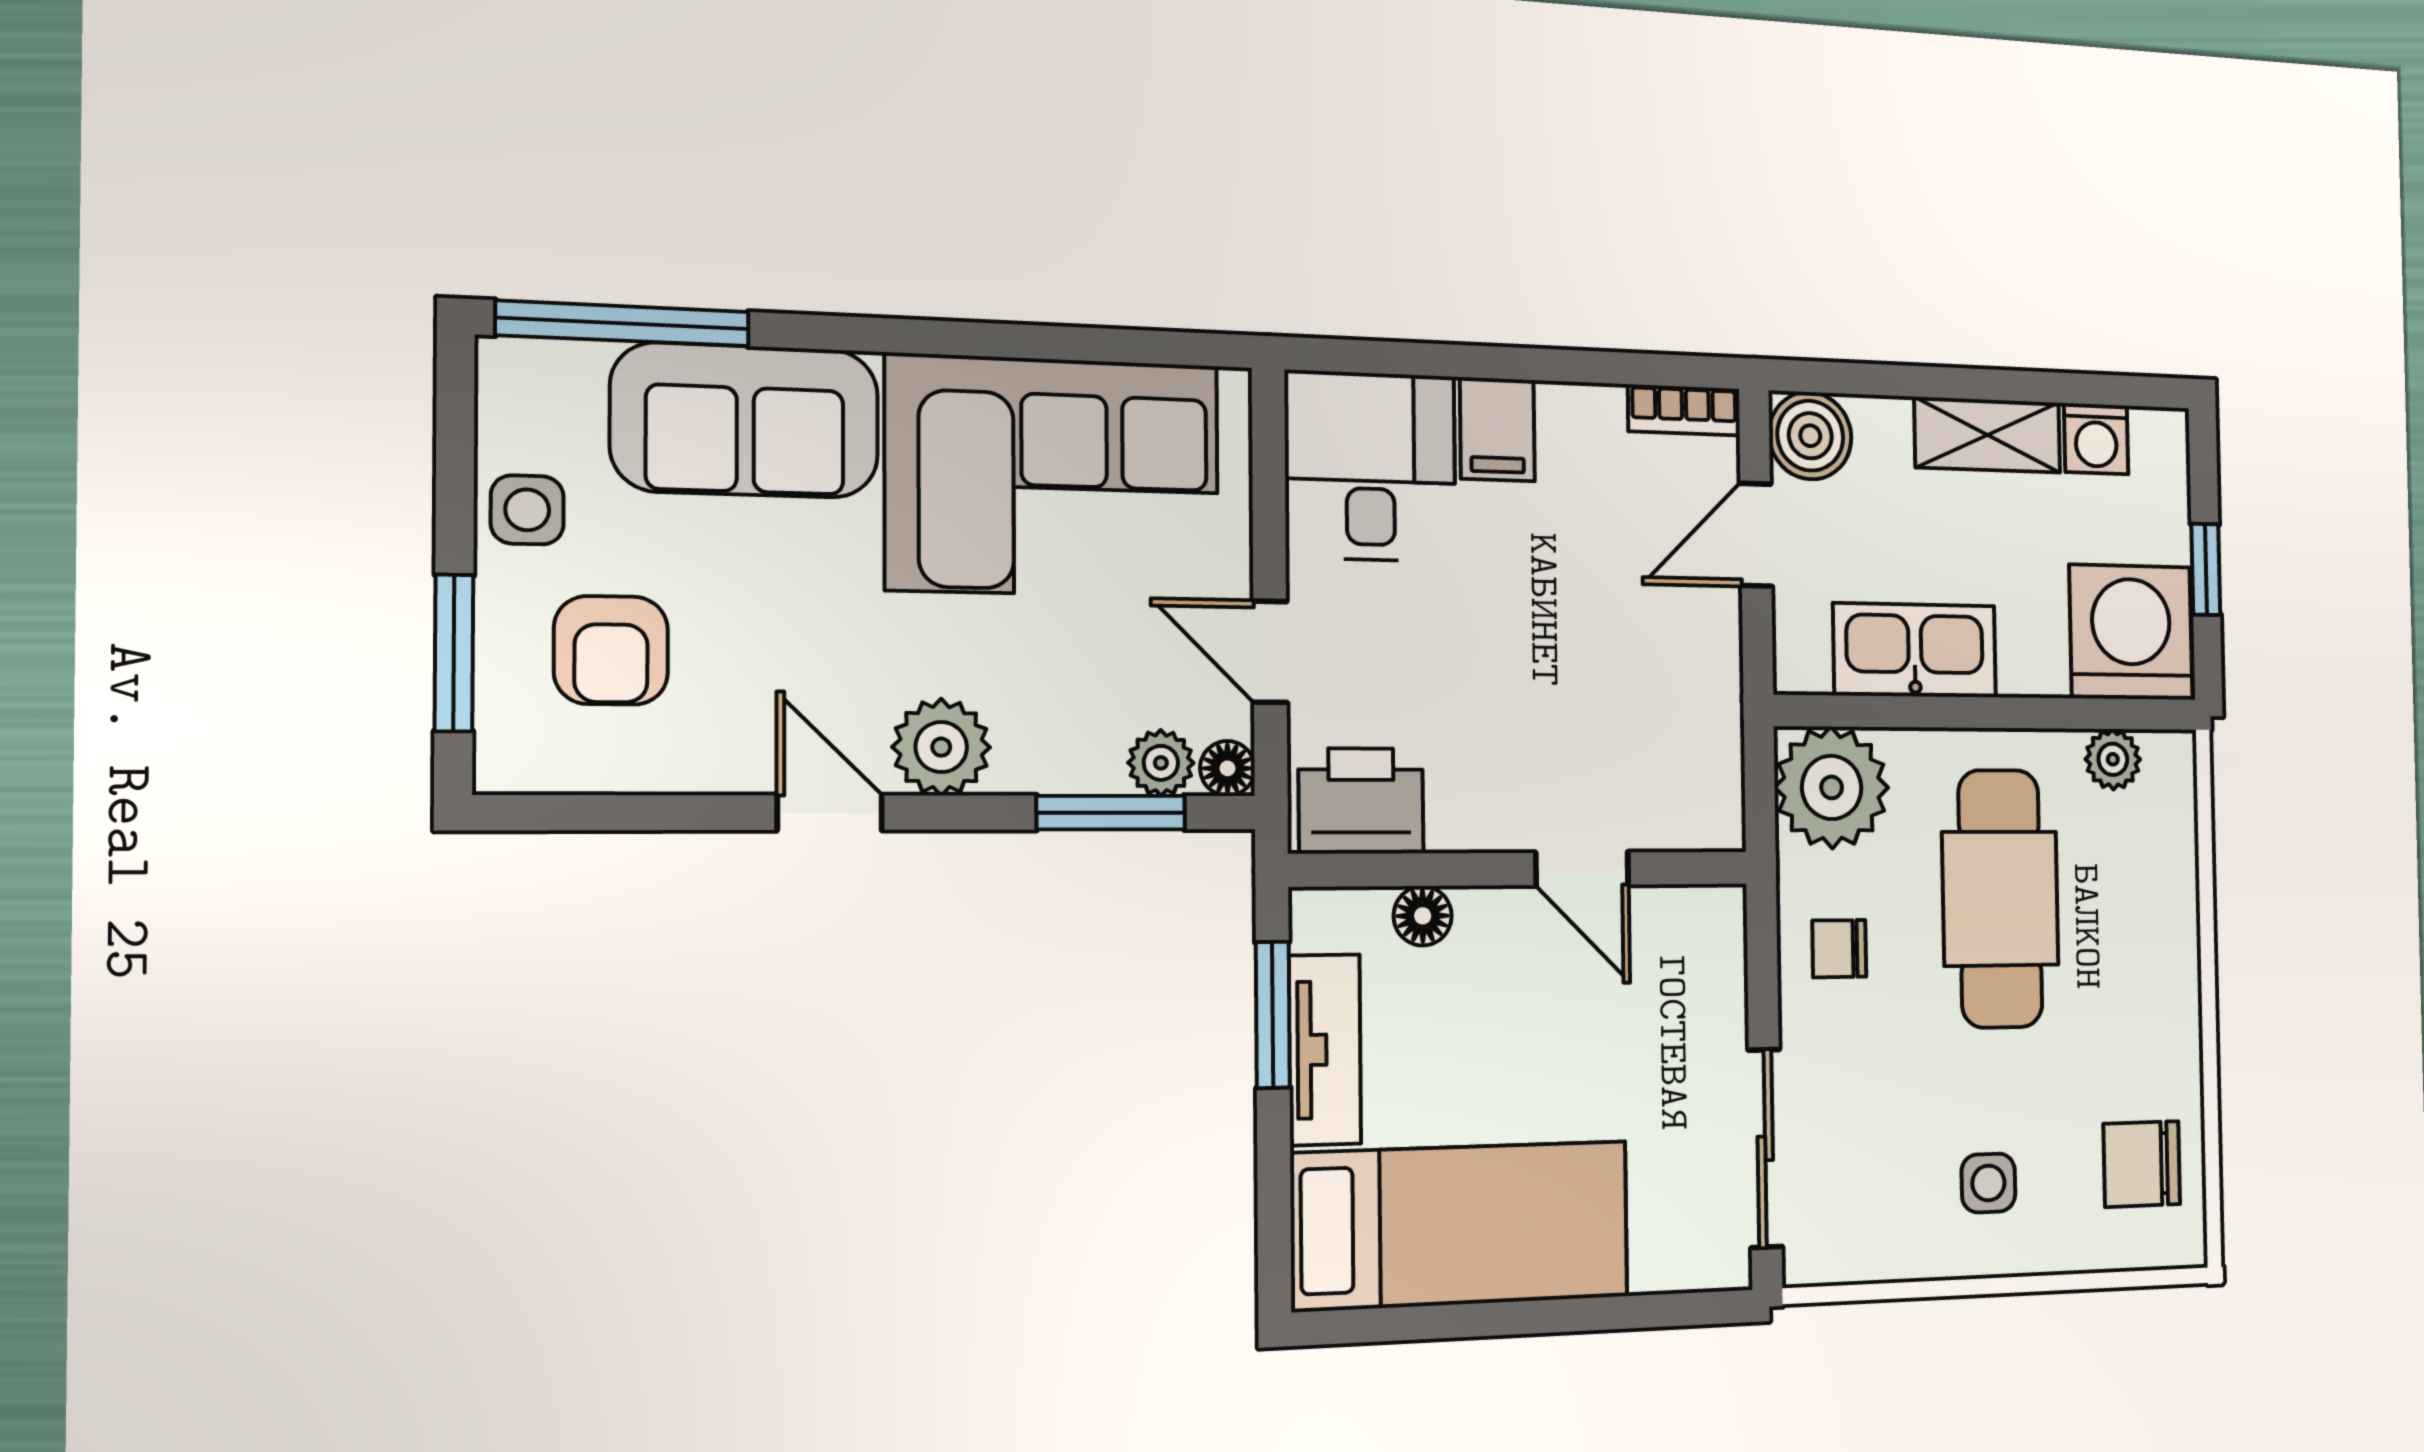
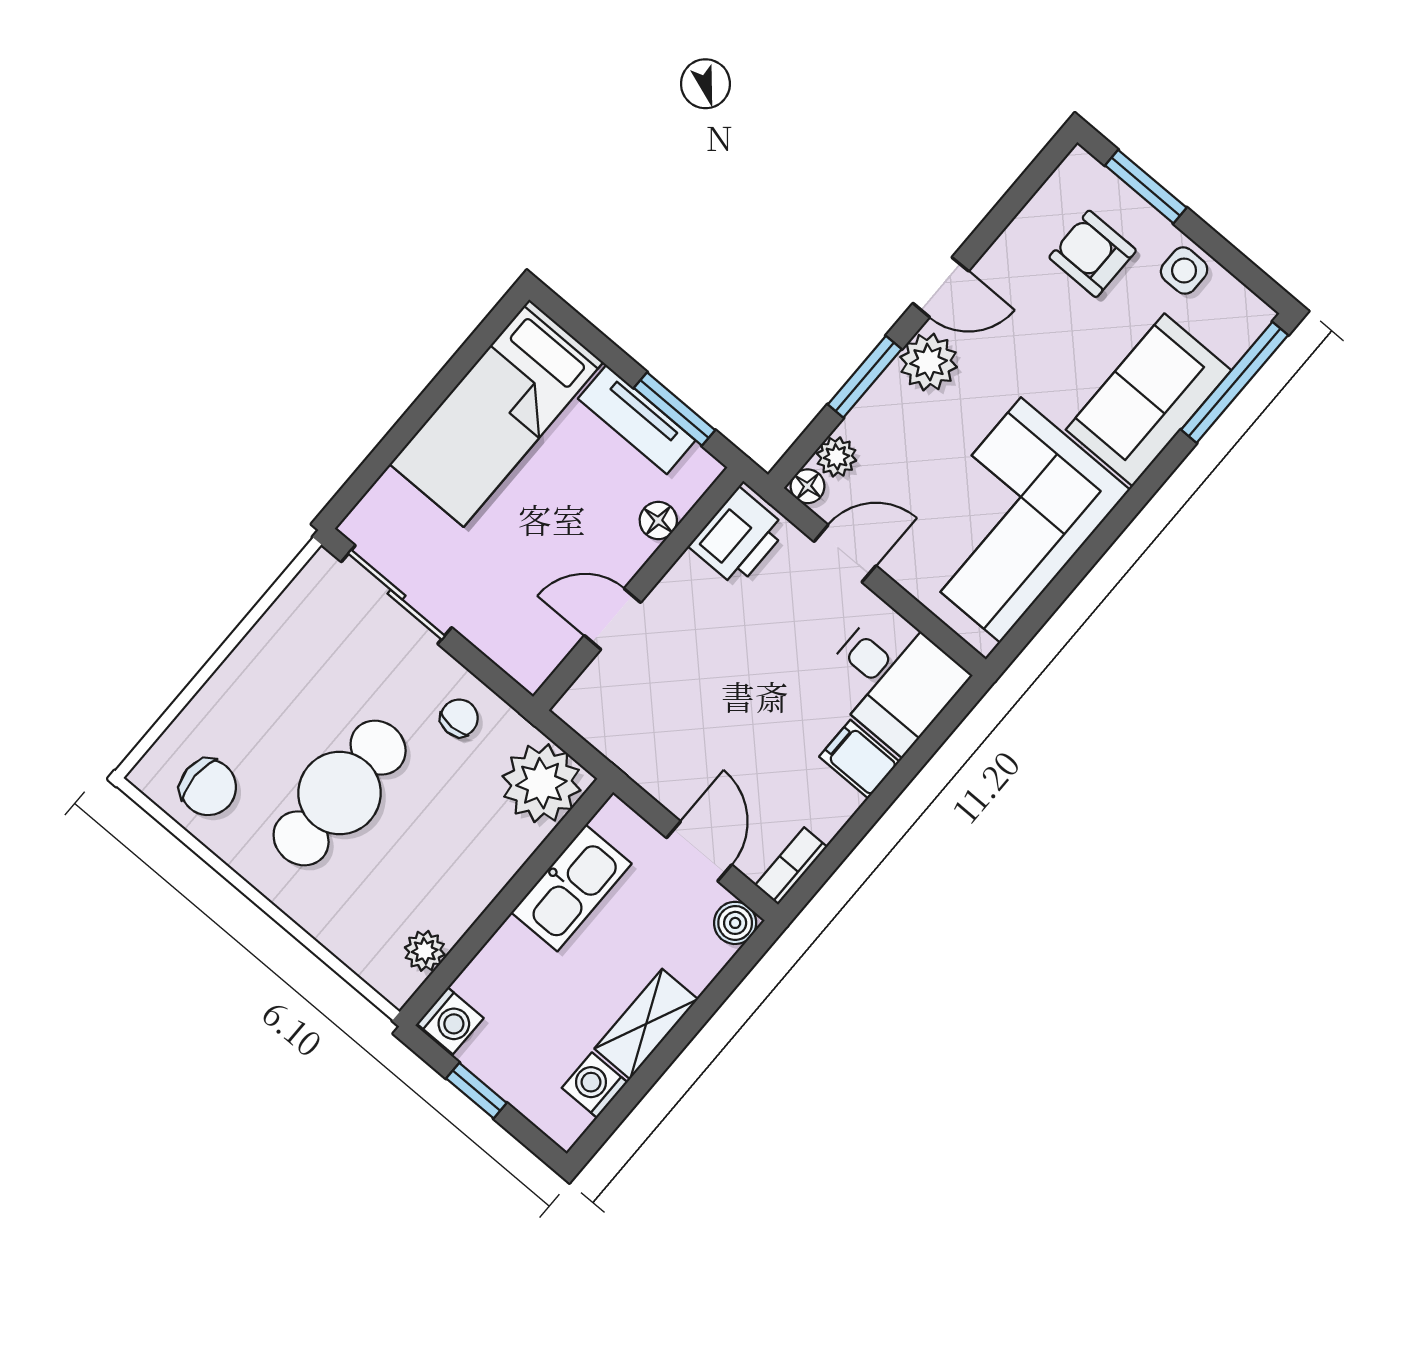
boiler: (1810, 436) -> (735, 923), width x0.73, depth x0.73
washing machine: (2131, 632) -> (450, 1021), width x0.53, depth x0.53
window: (1111, 813) -> (865, 377), moved
cafe table: (2000, 899) -> (340, 793), moved, turned 90
chair: (2142, 1164) -> (208, 787), turned 90
side table: (1988, 1183) -> (274, 696), removed

